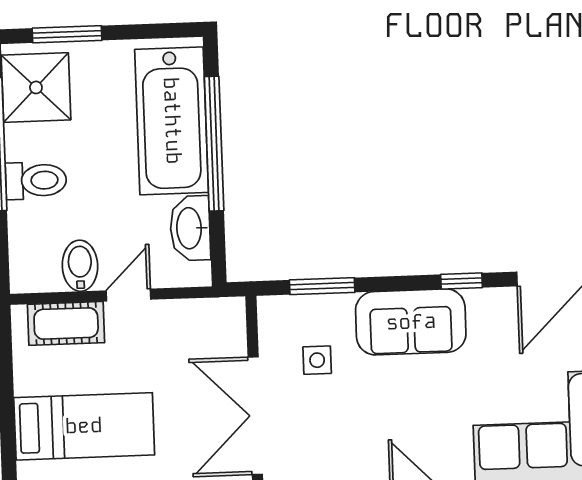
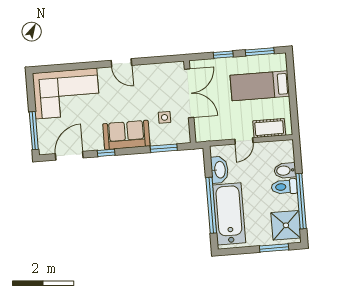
bidet: (80, 266) -> (285, 170), moved, turned 90

